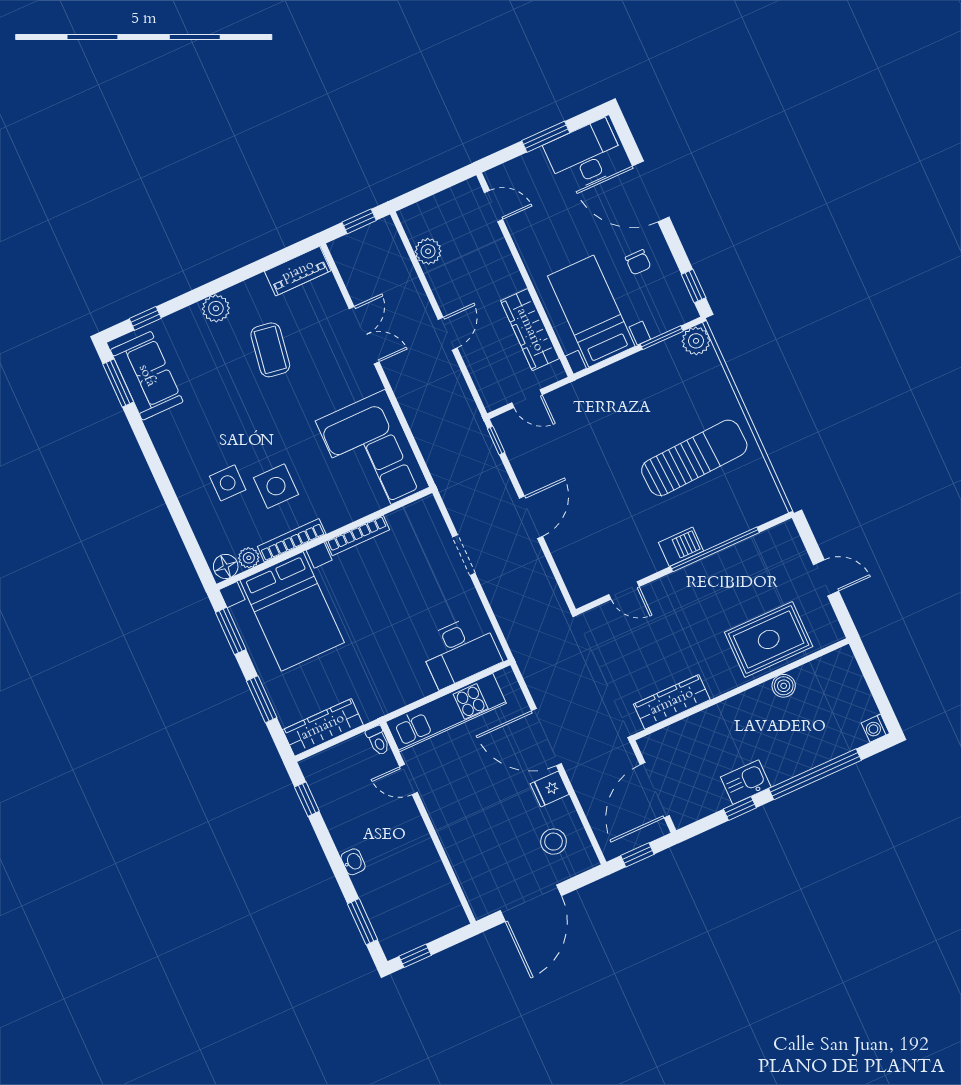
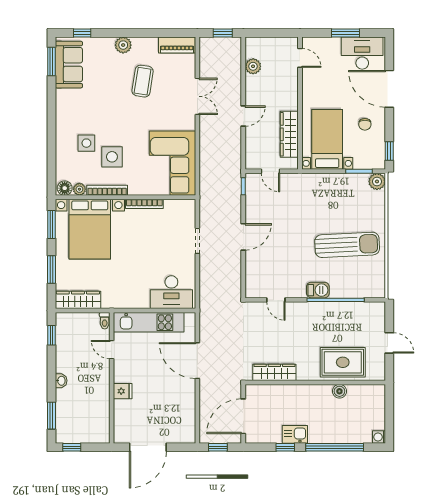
fridge: (550, 789) -> (123, 391), moved, turned 180
stool: (553, 842) -> (175, 419), removed

